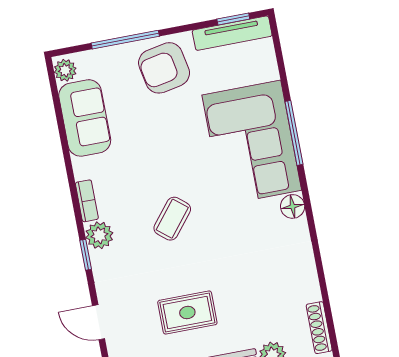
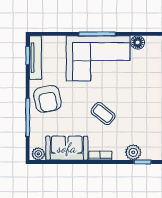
bookcase: (87, 201) -> (100, 156), moved
coffee table: (172, 219) -> (103, 114), moved

